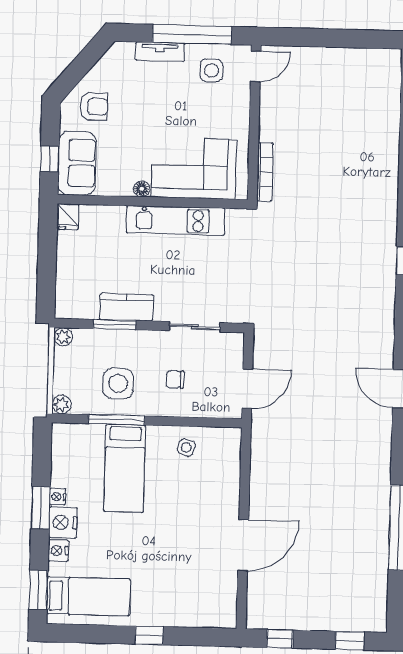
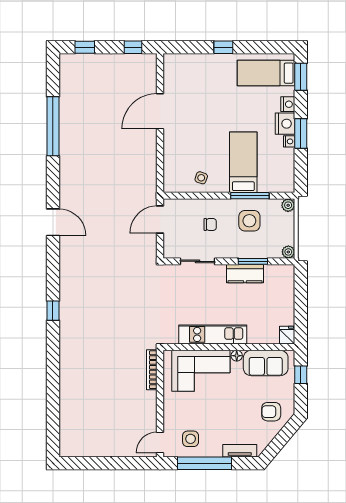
tv unit: (160, 52) -> (240, 451), moved
sofa: (77, 163) -> (266, 363), moved, turned -90

